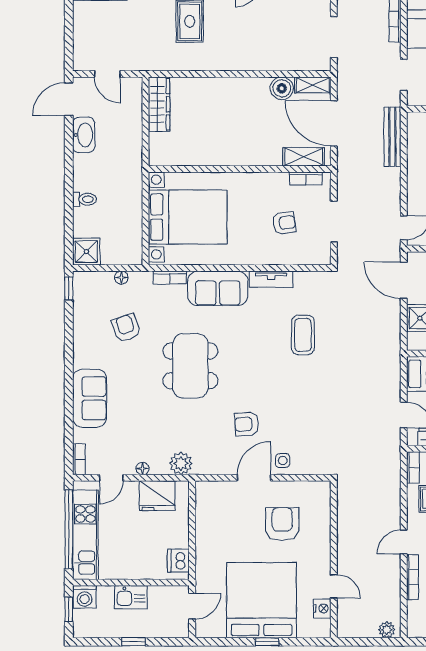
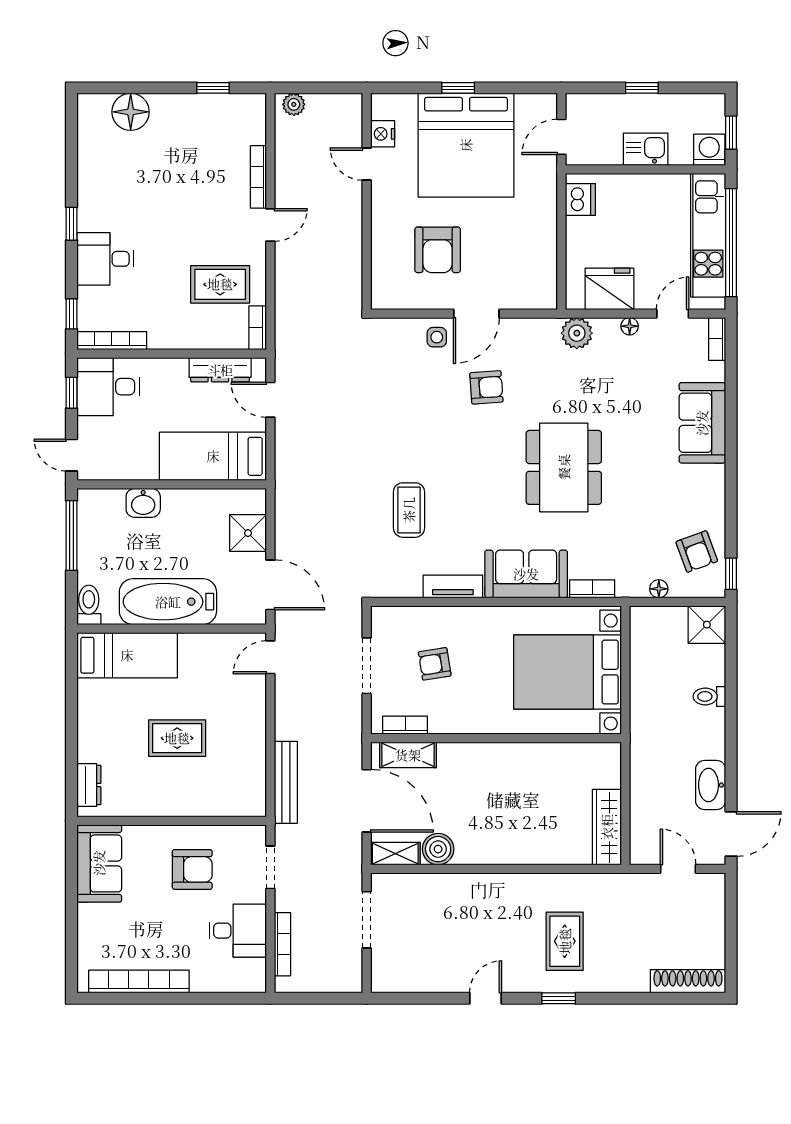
armchair: (126, 328) -> (697, 552), moved

